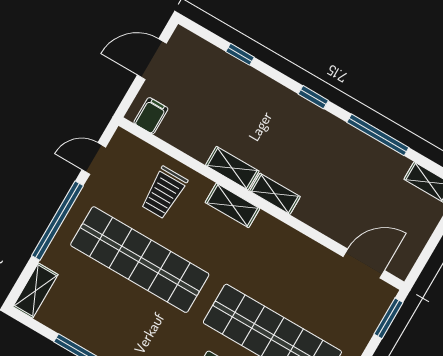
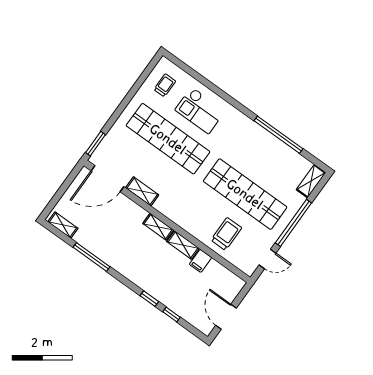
door: (152, 59) -> (226, 317), swing flipped
window: (313, 97) -> (149, 299), moved
filing cabinet: (151, 116) -> (201, 261), moved
shelving: (232, 205) -> (142, 191), moved
door: (364, 264) -> (107, 179), width x1.36

